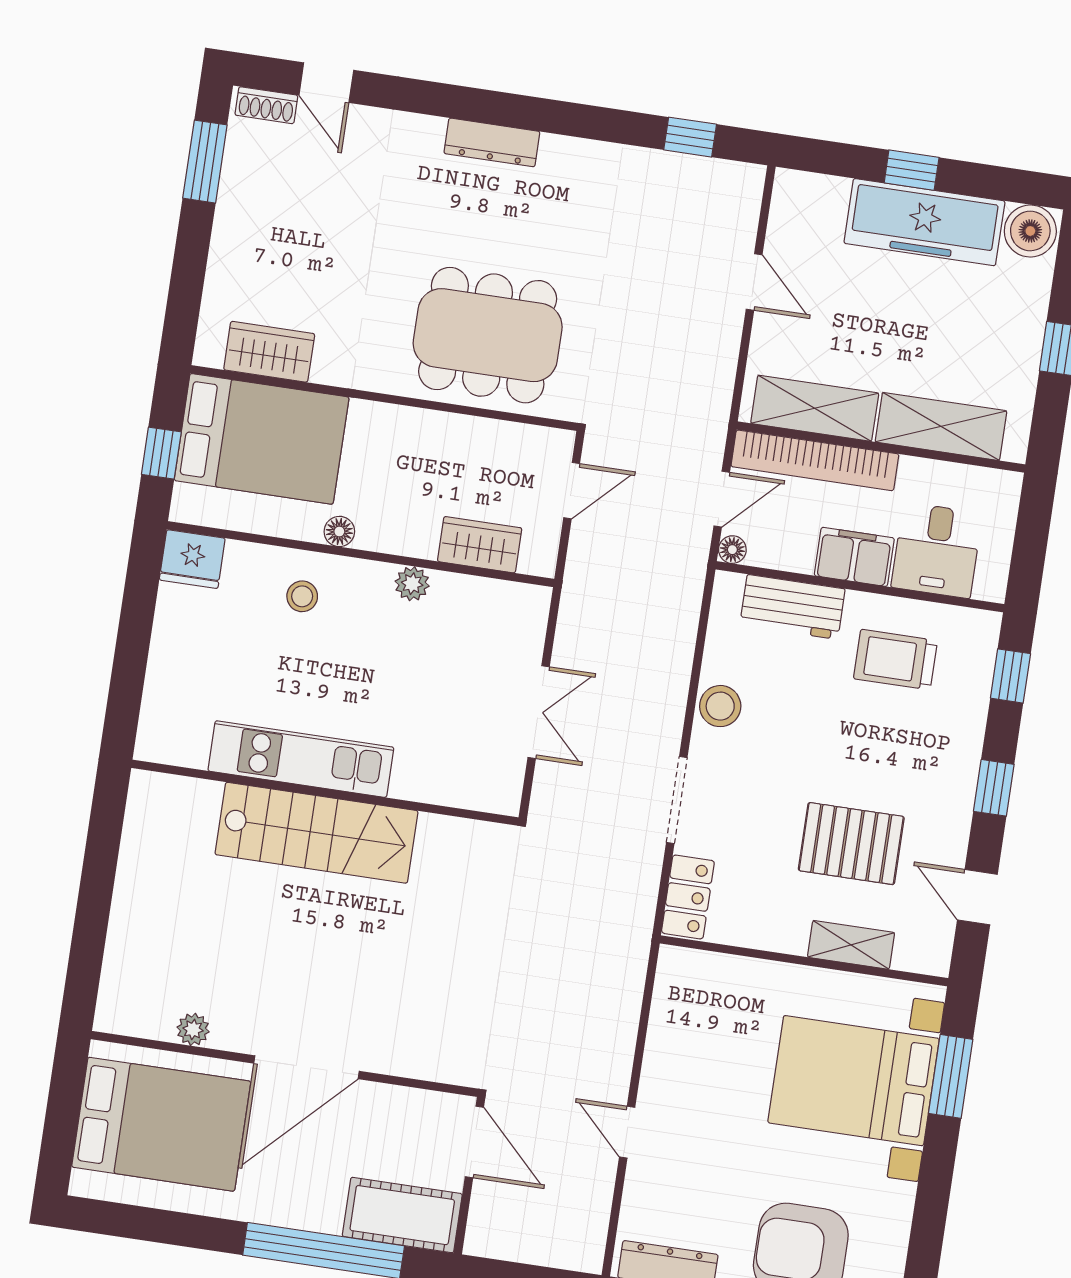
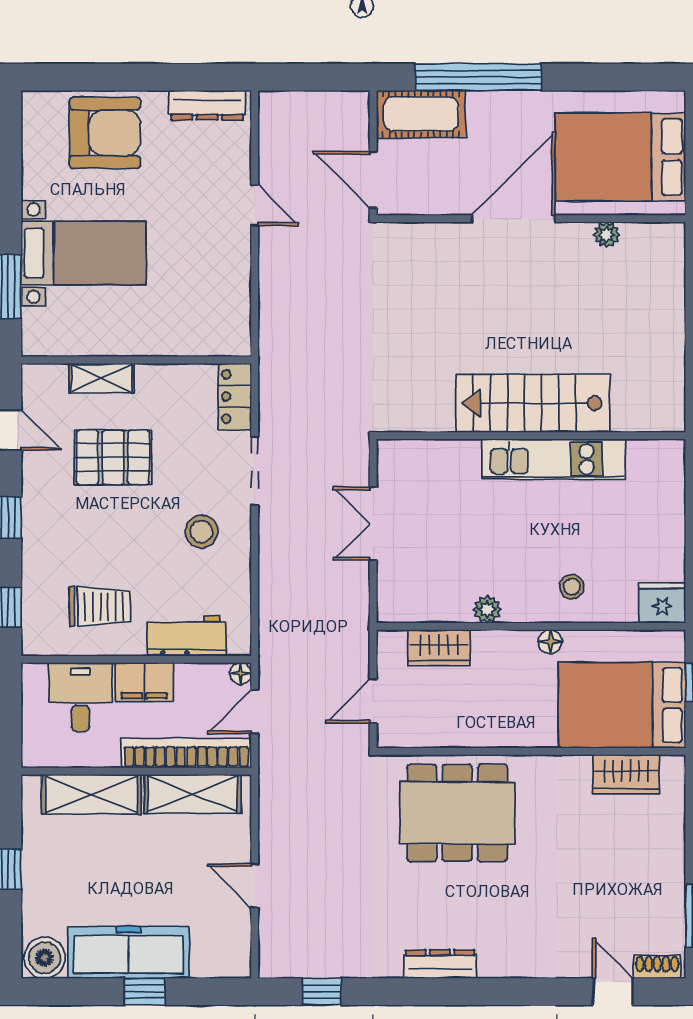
dresser: (492, 142) -> (440, 964), moved
stool: (720, 706) -> (201, 532), moved
bed with nightstands: (854, 1081) -> (83, 253), width x0.73

